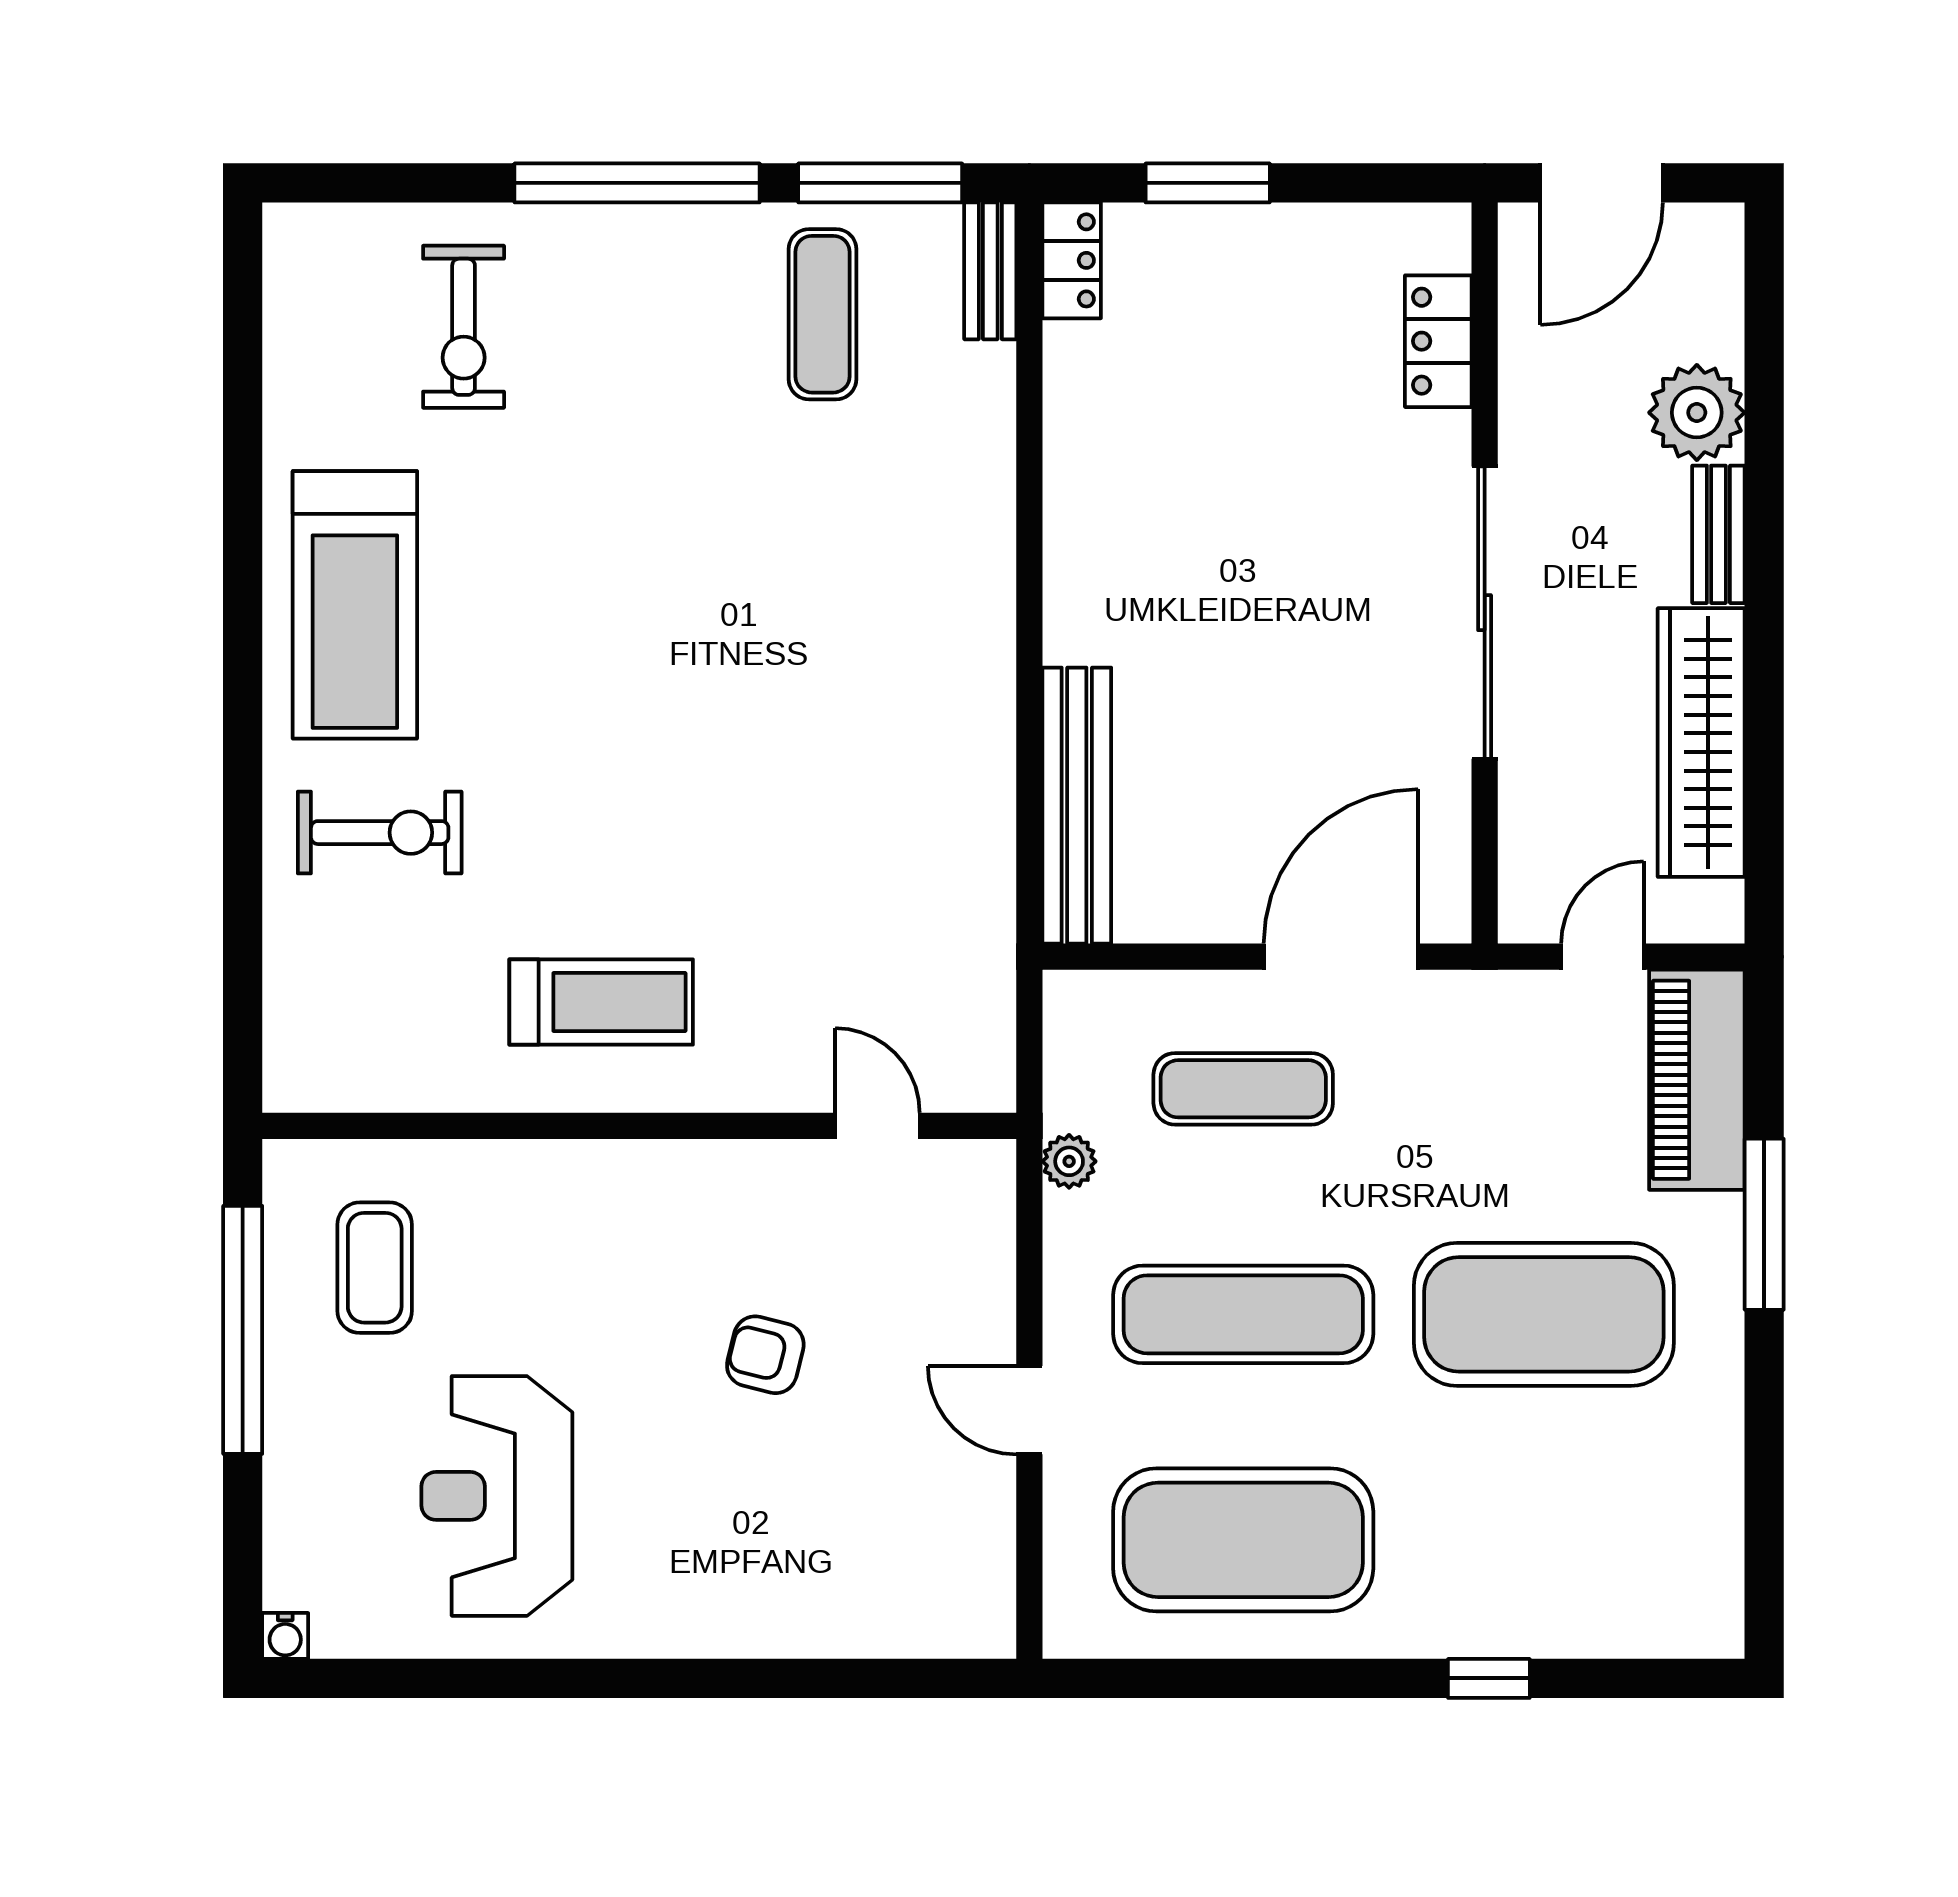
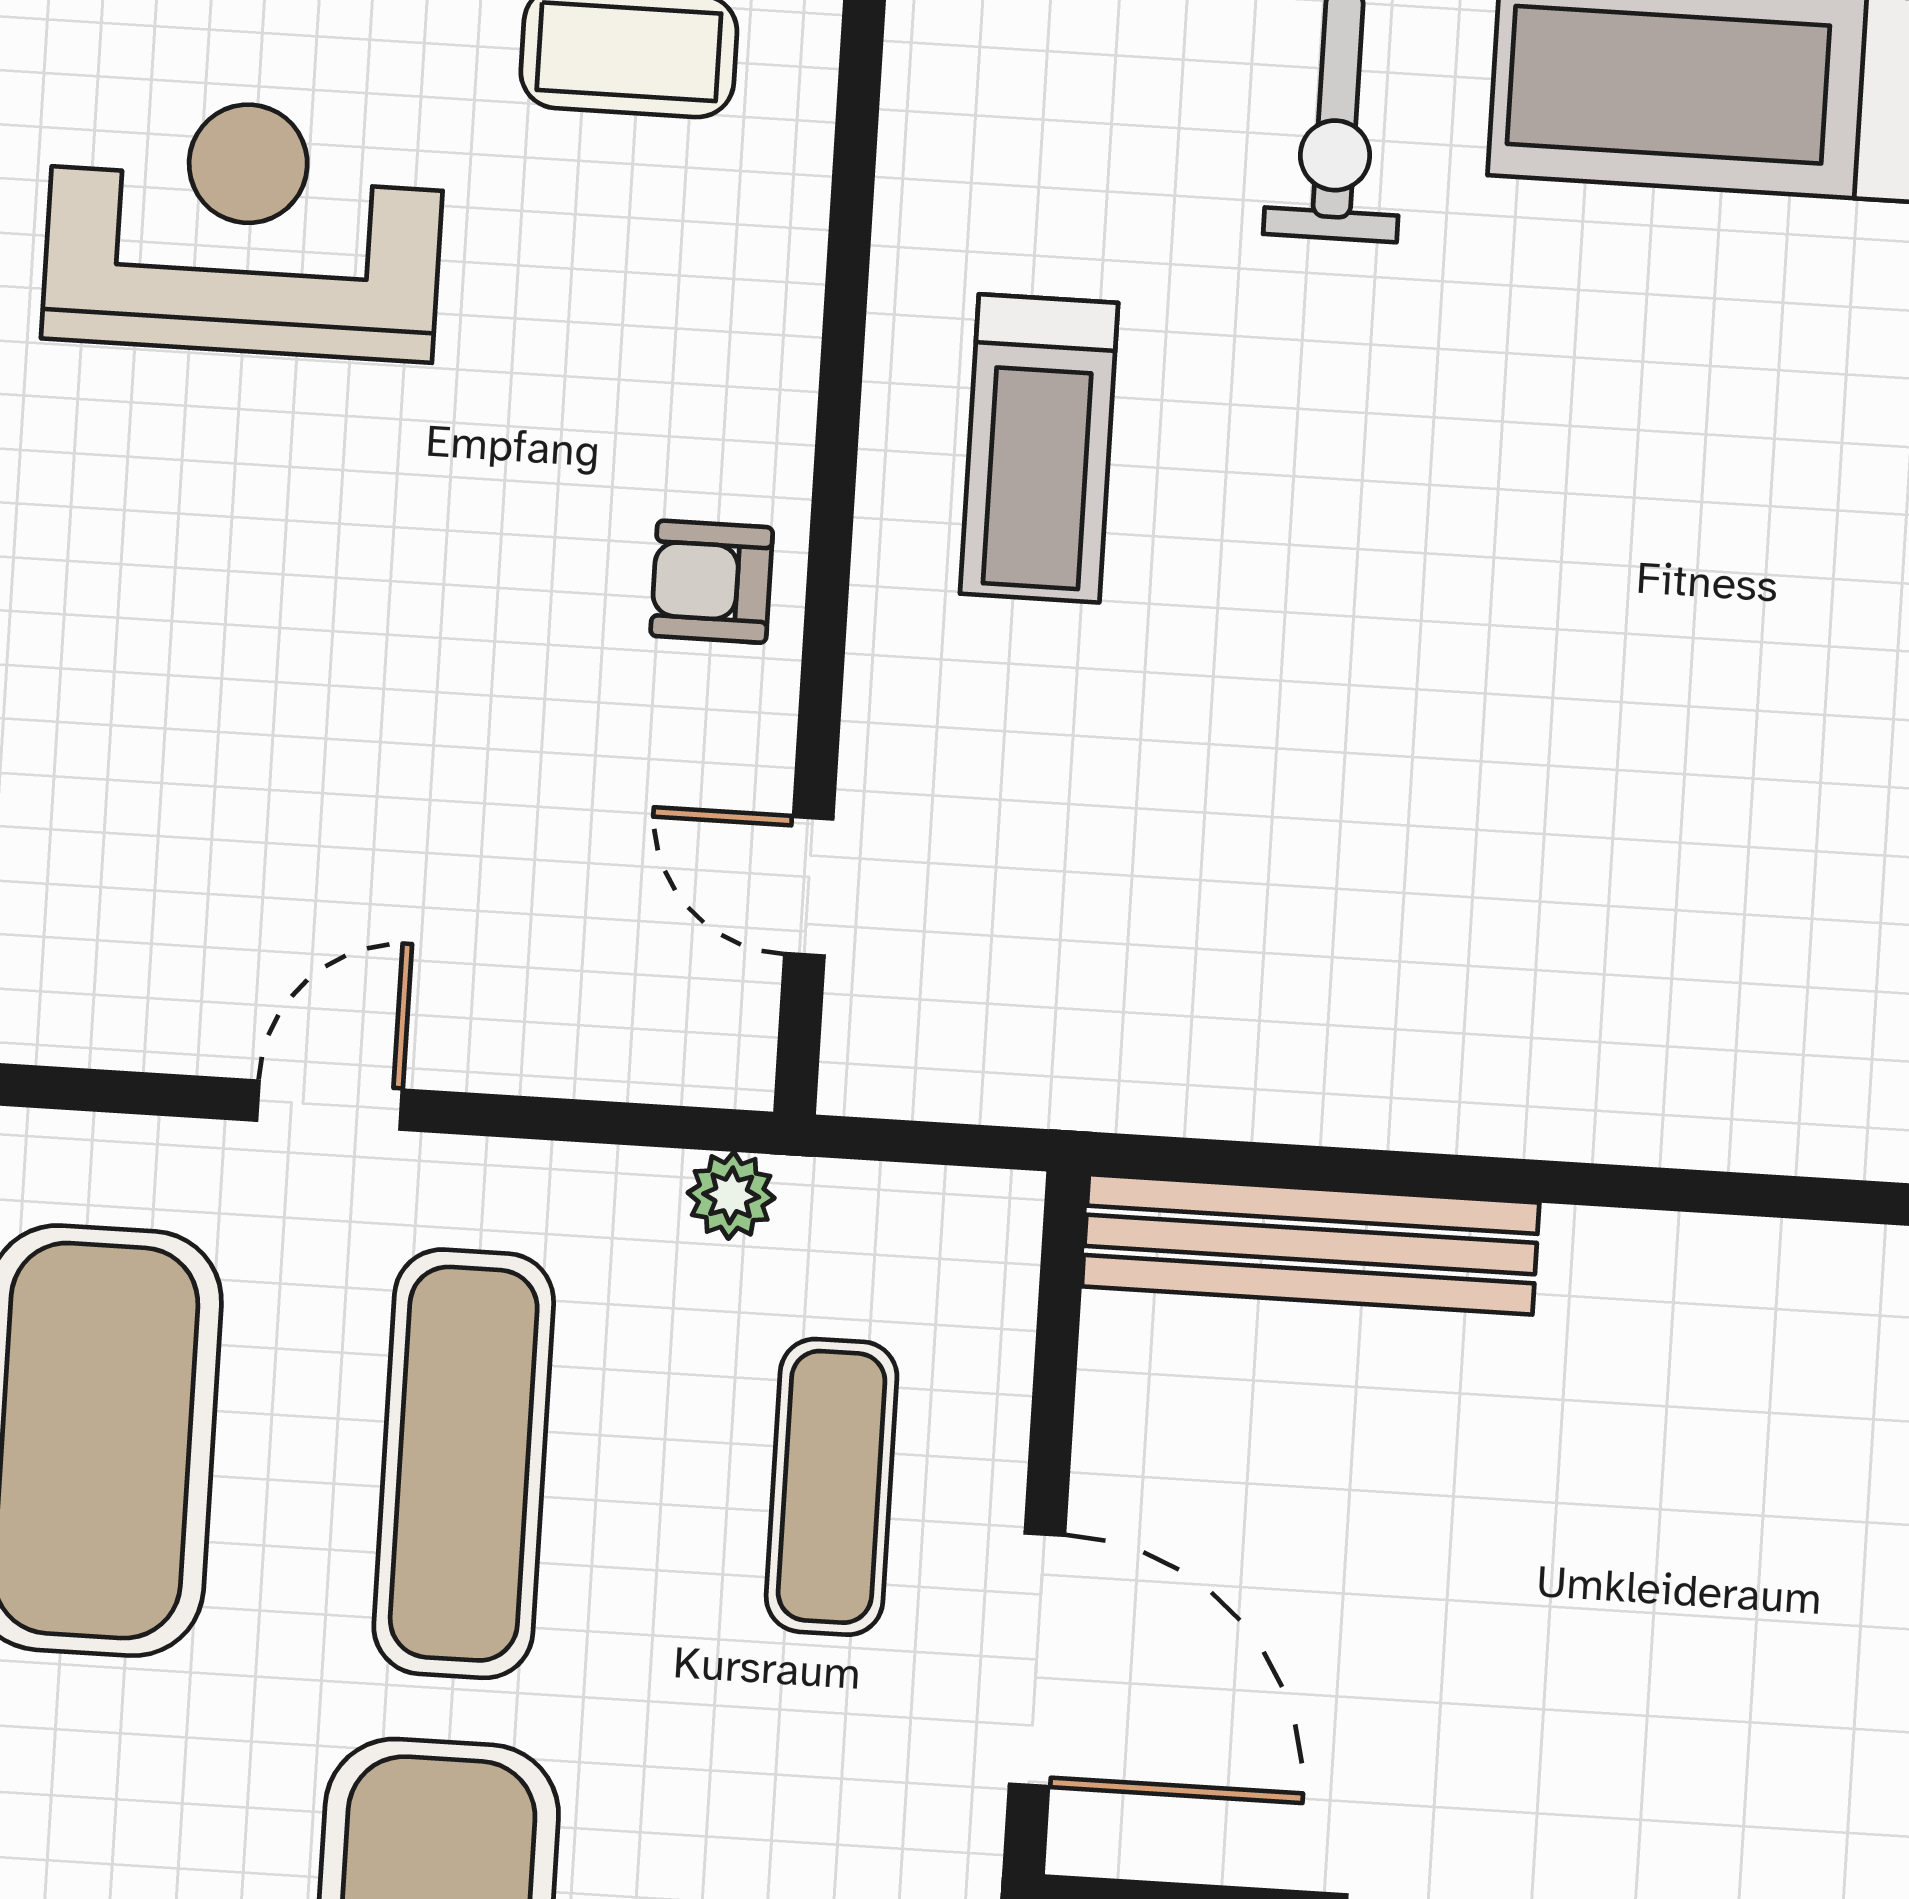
door: (877, 1126) -> (809, 886), swing flipped
armchair: (765, 1355) -> (712, 582), moved, turned -104

